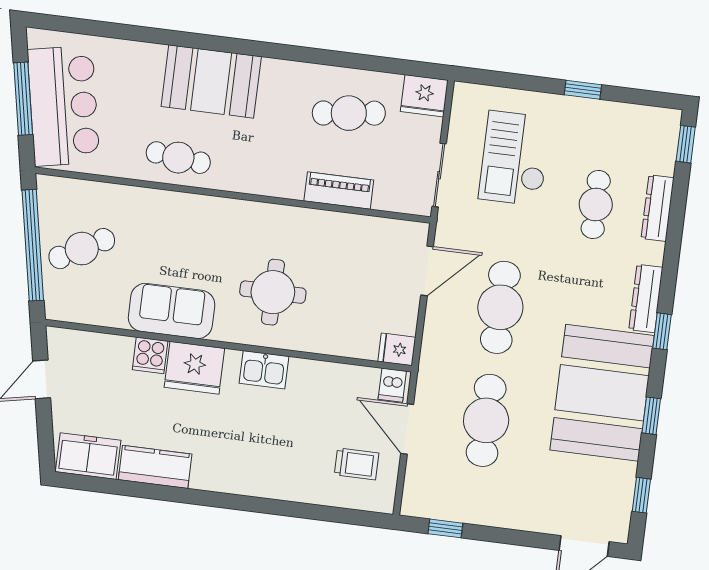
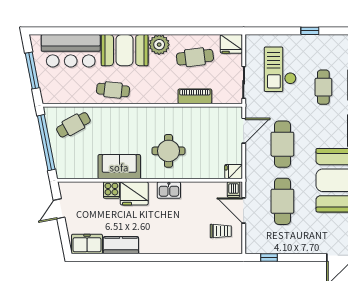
plant: (281, 79) -> (159, 45), added
bar counter: (63, 106) -> (71, 51), moved, turned 101
cafe table: (82, 249) -> (73, 125), moved

